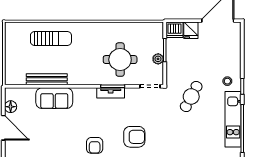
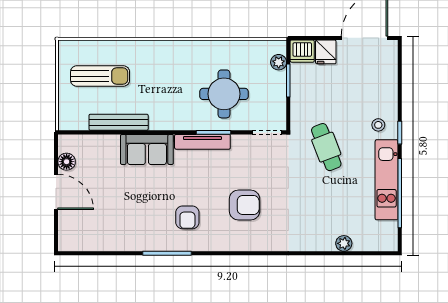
sun lounger: (51, 38) -> (100, 76), moved
plant: (158, 59) -> (279, 62), moved
tv unit: (111, 93) -> (202, 142), width x1.41
cafe table: (191, 96) -> (326, 147), turned -49
sofa: (54, 98) -> (147, 149), moved

